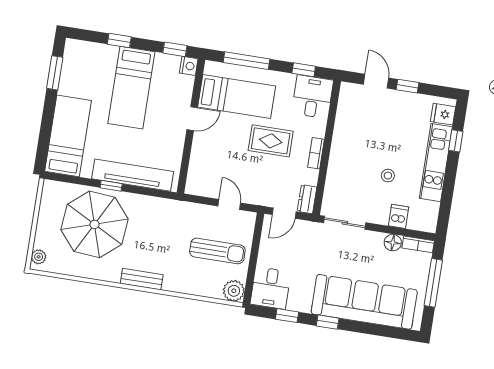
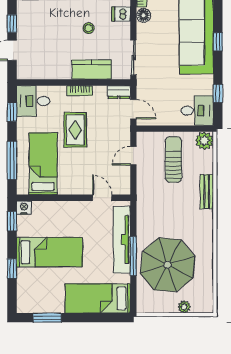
door: (192, 119) -> (102, 198), moved
kitchen counter: (338, 171) -> (92, 70), added
window: (111, 186) -> (133, 256), width x2.17
plant: (39, 257) -> (184, 307), moved
bench: (142, 279) -> (207, 192), moved
window: (328, 322) -> (218, 42), moved

